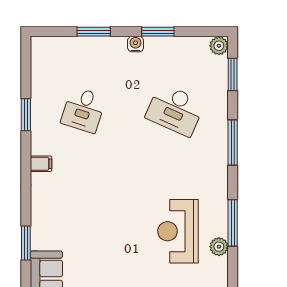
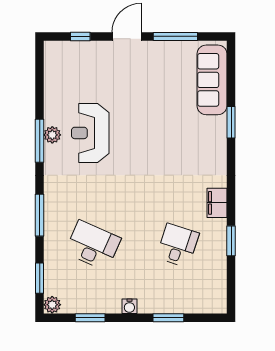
window: (158, 32) -> (90, 318), moved
filing cabinet: (41, 164) -> (217, 203), width x2.00
reception desk: (178, 231) -> (90, 133), turned 180
plant: (219, 247) -> (52, 135), moved

